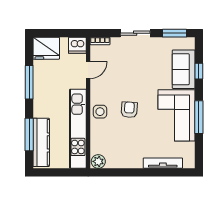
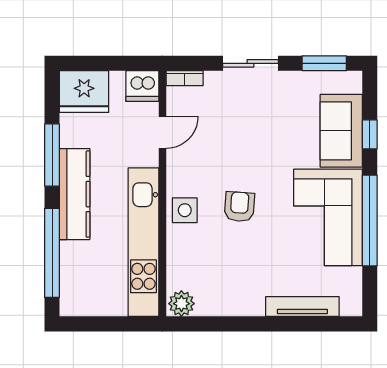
window: (199, 117) -> (370, 220), width x1.46
window: (29, 134) -> (52, 253), width x1.46
kitchen counter: (41, 142) -> (75, 194), moved

